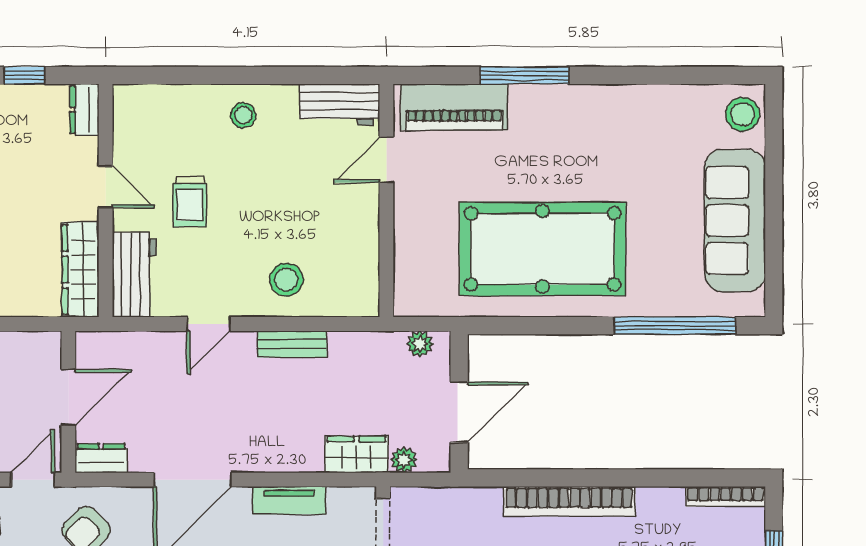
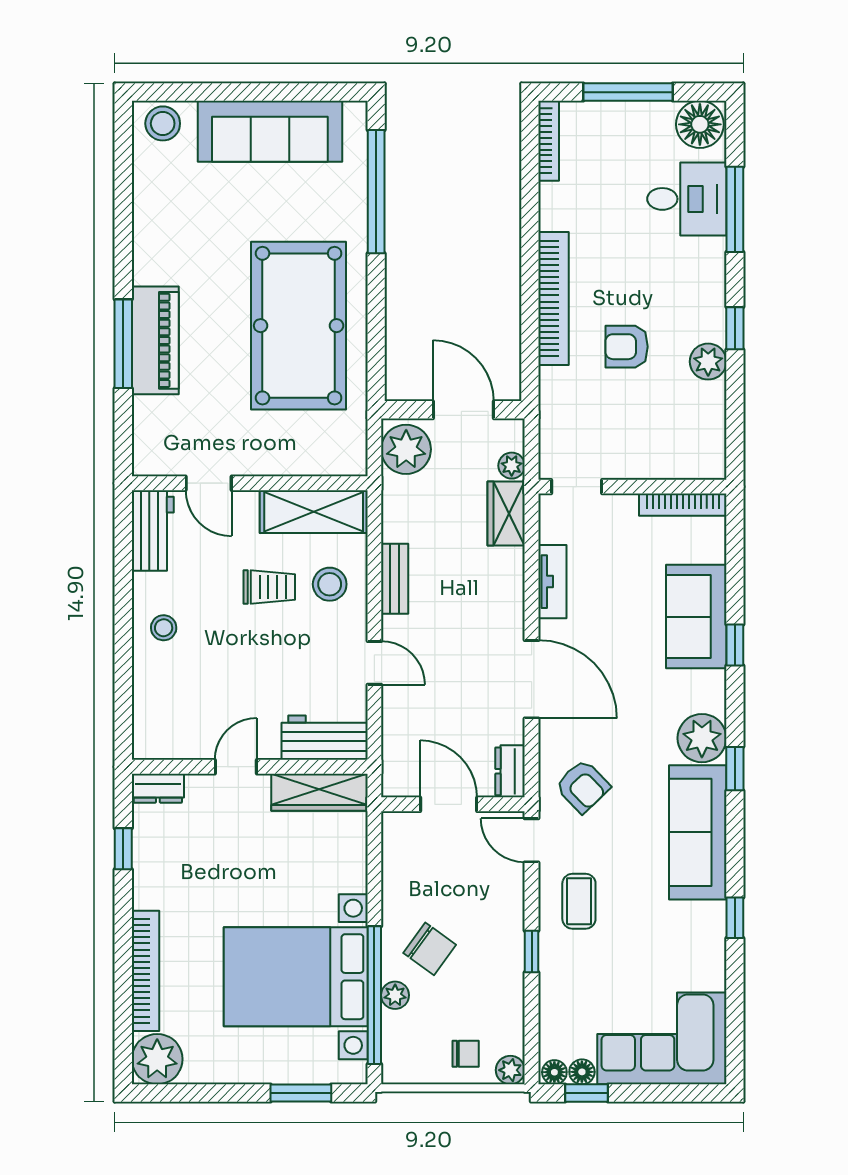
piano: (454, 107) -> (155, 340), moved
trolley: (190, 201) -> (269, 587), moved
shelving: (358, 264) -> (314, 512), added
plant: (420, 344) -> (406, 449), width x1.87, depth x1.87

